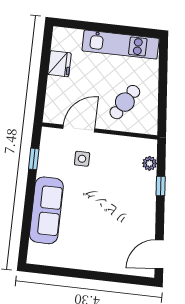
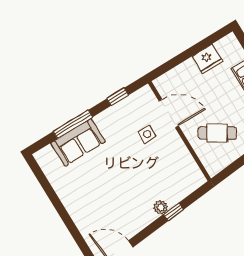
plant: (150, 163) -> (161, 207), moved
sofa: (46, 210) -> (78, 142), width x0.73
window: (28, 212) -> (73, 124), added

